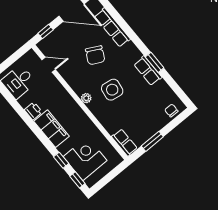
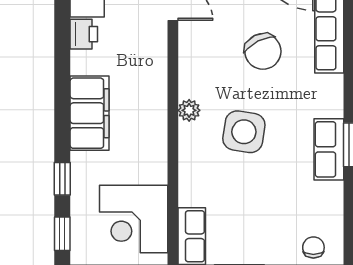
chair: (95, 55) -> (263, 51), turned -54
printer: (33, 111) -> (84, 34), moved
corner desk: (85, 159) -> (134, 219), moved, turned 180

